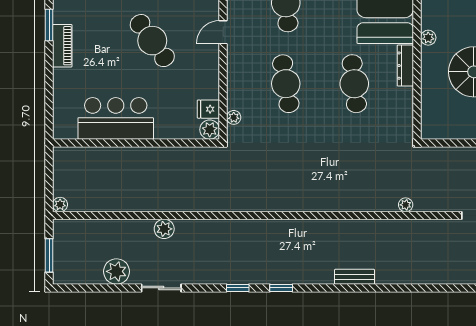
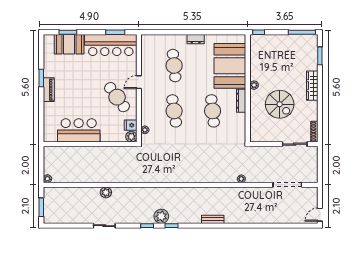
cafe table: (152, 41) -> (117, 97), moved
plant: (116, 271) -> (161, 216), moved

